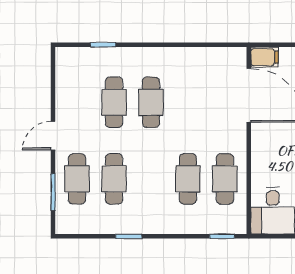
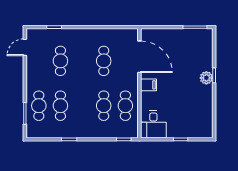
filing cabinet: (265, 57) -> (149, 85), moved
cafe table: (151, 102) -> (104, 61), moved
door: (53, 136) -> (25, 47), moved

